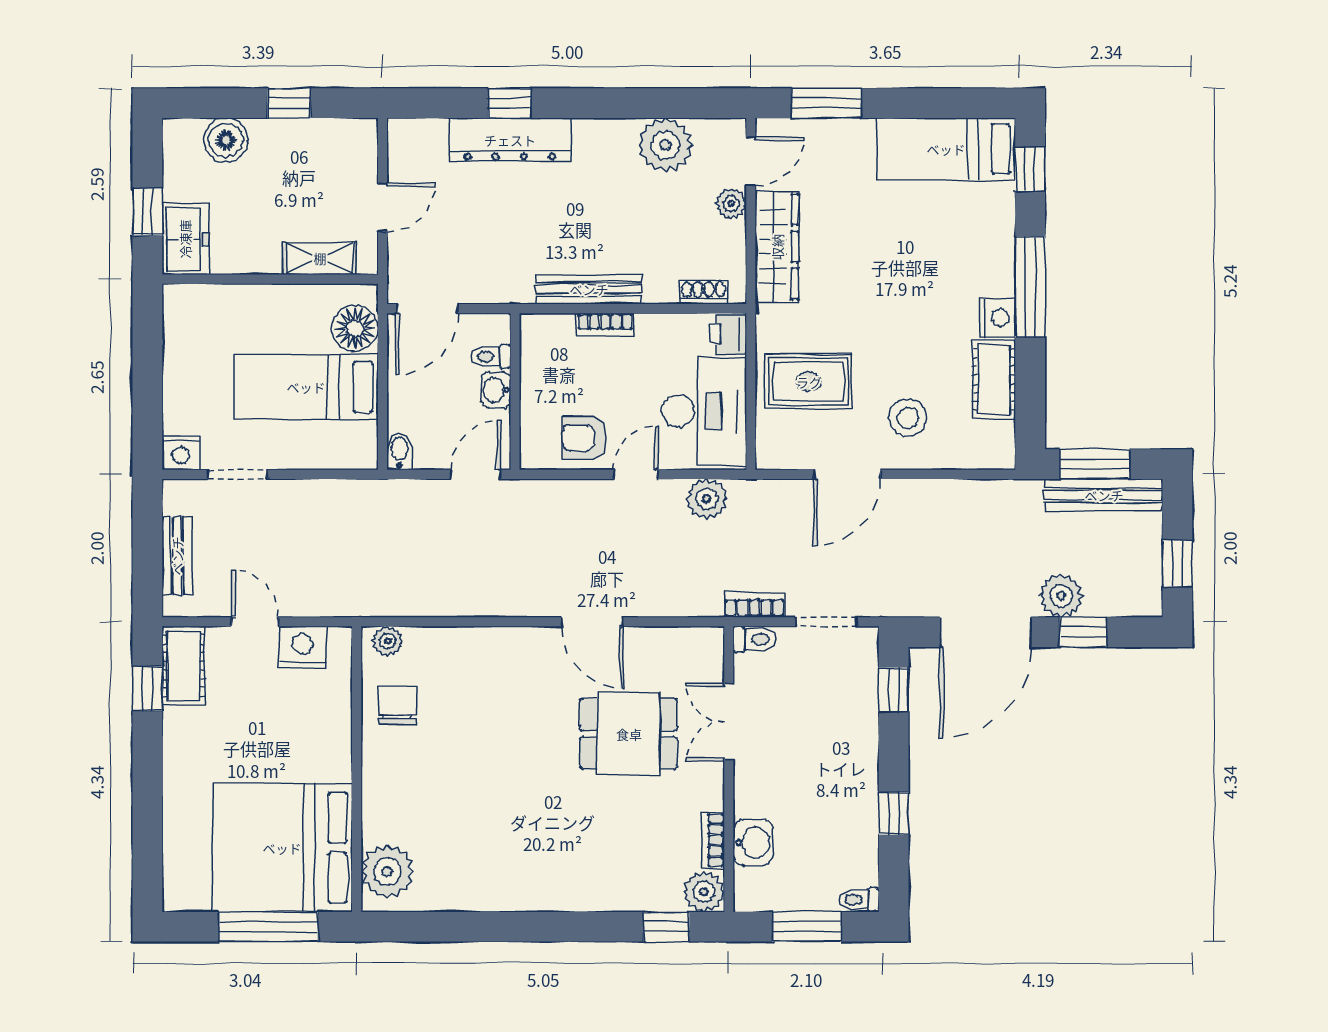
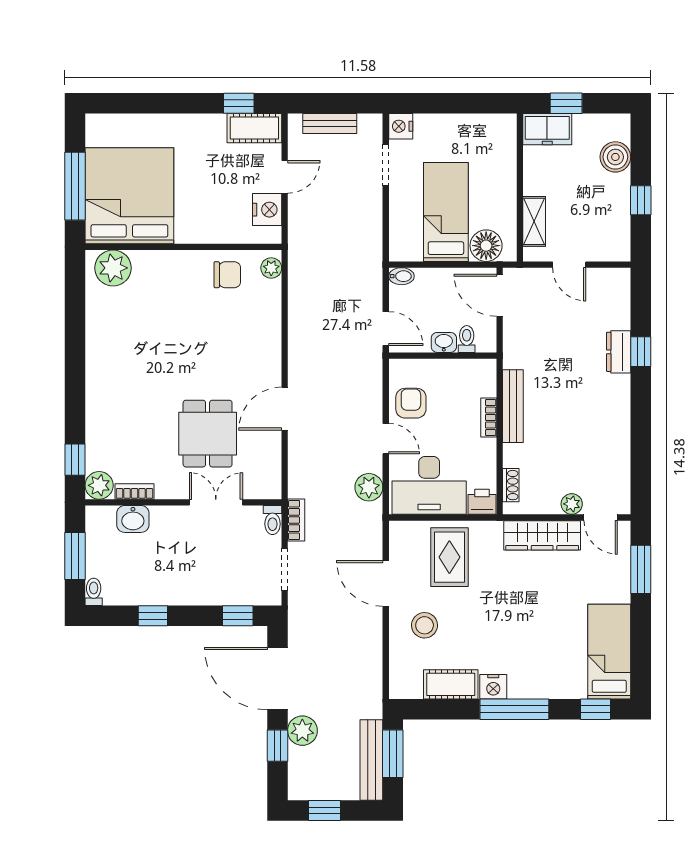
dresser: (510, 140) -> (619, 352), width x0.51, depth x0.80
plant: (665, 145) -> (612, 459), removed

